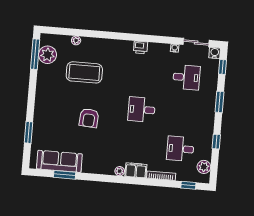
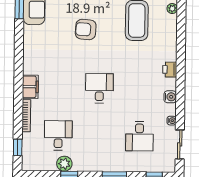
printer: (140, 47) -> (170, 70), moved
water cooler: (215, 53) -> (170, 97), moved
plant: (204, 167) -> (64, 164), moved
plant: (120, 171) -> (28, 68), removed

